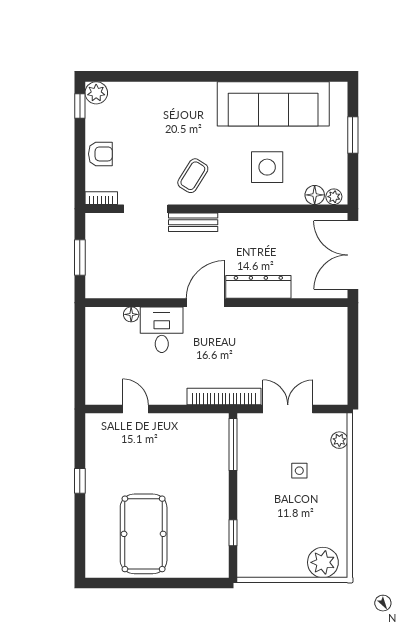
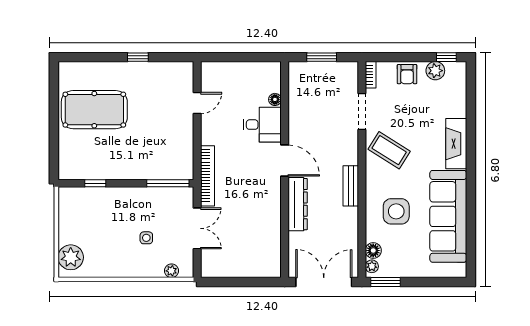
plant: (96, 93) -> (435, 71), moved
fireplace: (185, 94) -> (456, 144), added
window: (353, 135) -> (385, 282), moved
coffee table: (193, 176) -> (389, 150), width x1.36, depth x1.30
bench: (193, 222) -> (351, 186), moved

